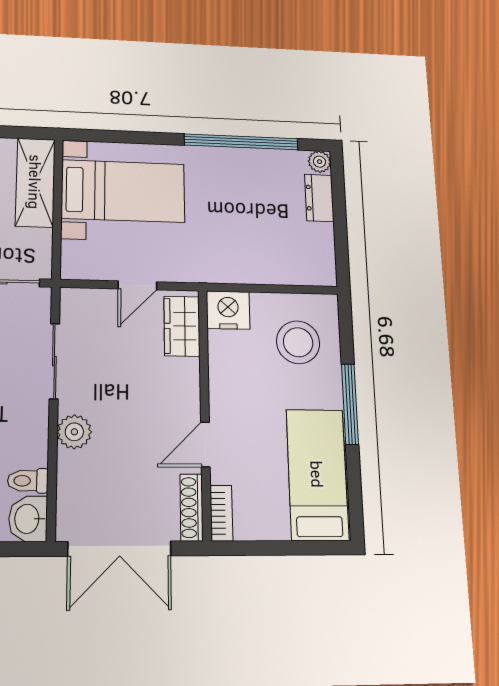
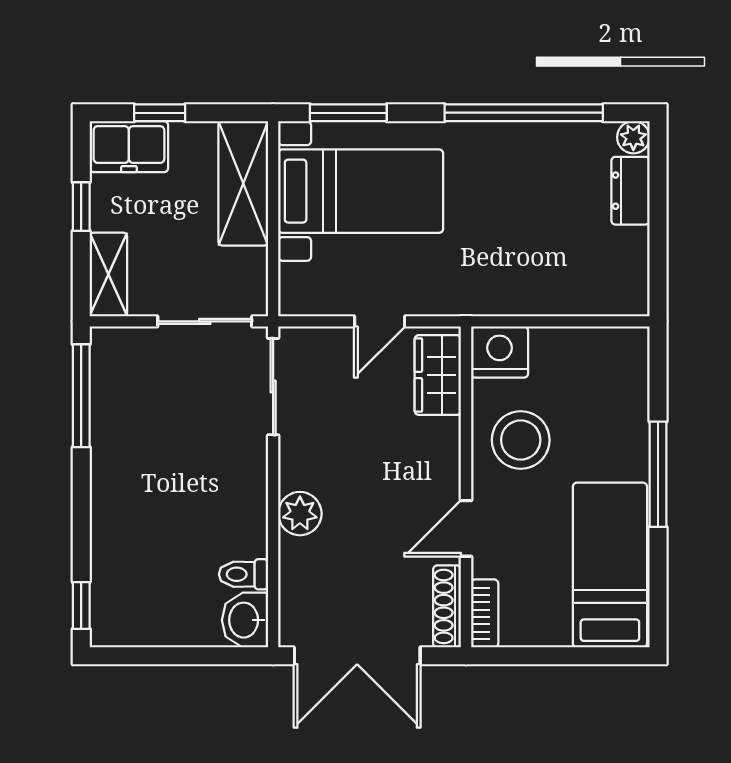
window: (114, 136) -> (348, 113), added
stool: (298, 342) -> (521, 440), moved
sliding door: (54, 361) -> (273, 387), moved

